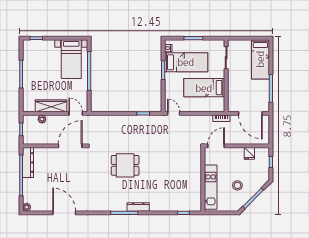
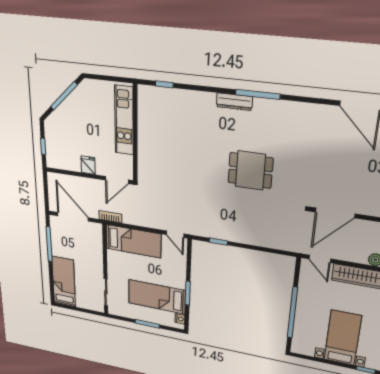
bed with nightstands: (71, 59) -> (343, 338), moved
bed: (204, 88) -> (133, 241), moved
fridge: (249, 153) -> (88, 165), moved
stool: (237, 185) -> (86, 118), removed

